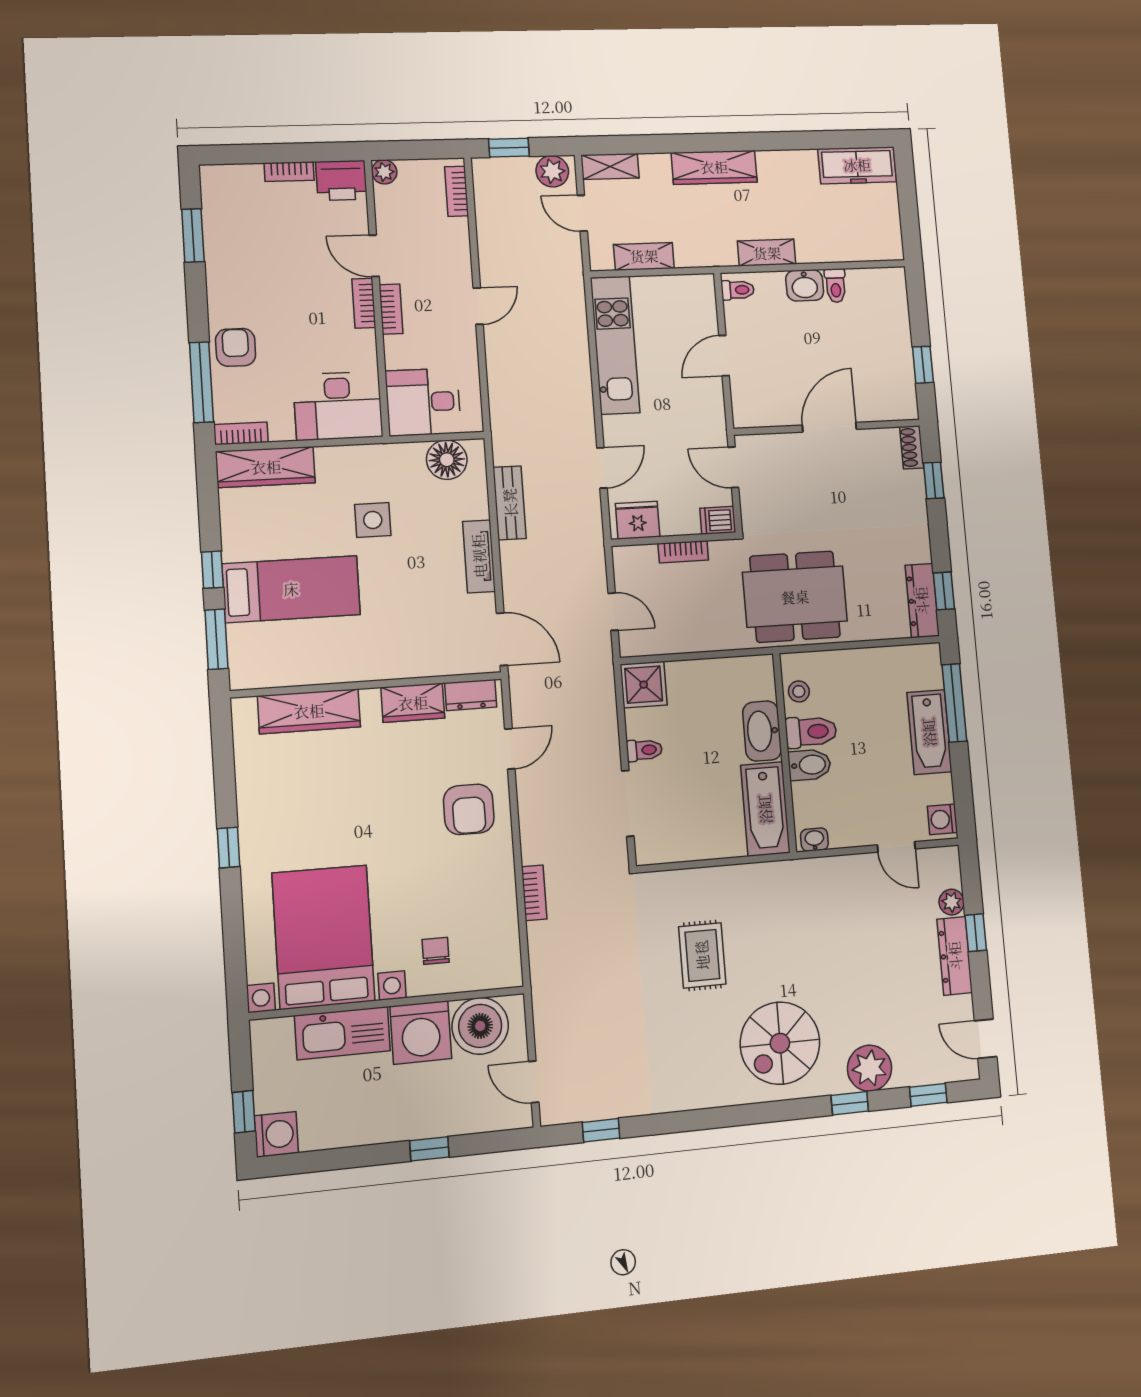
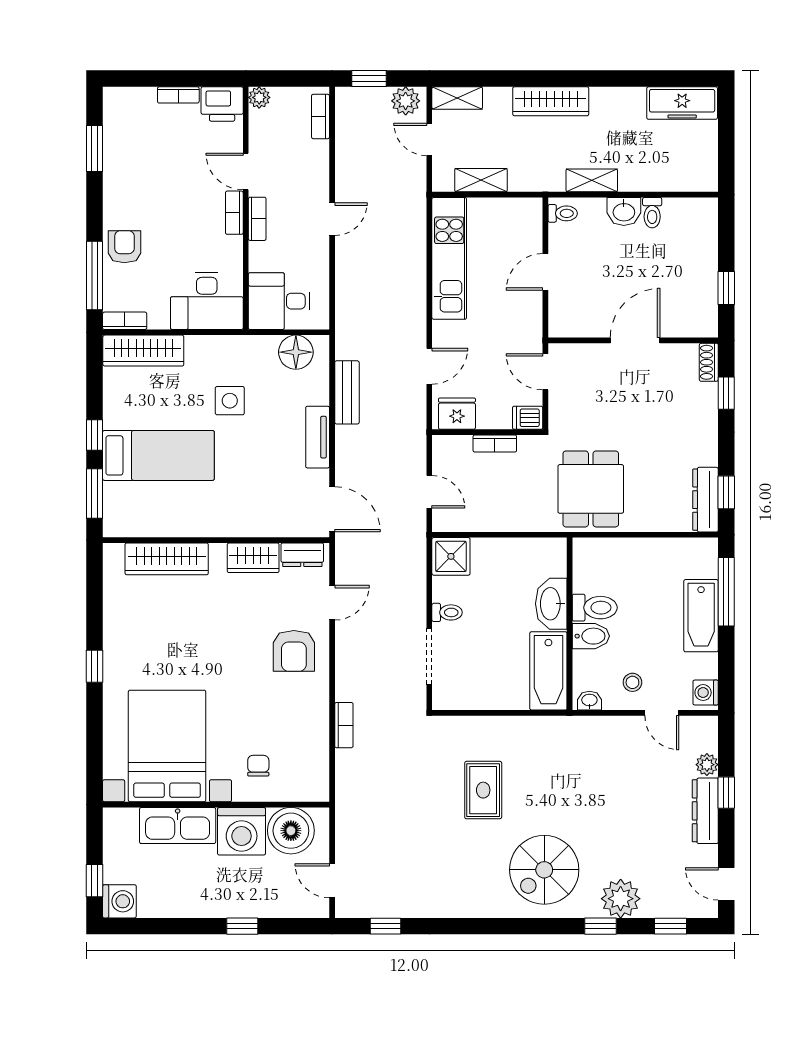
dining table: (795, 597) -> (591, 489), width x0.73
stool: (799, 691) -> (632, 682), moved

